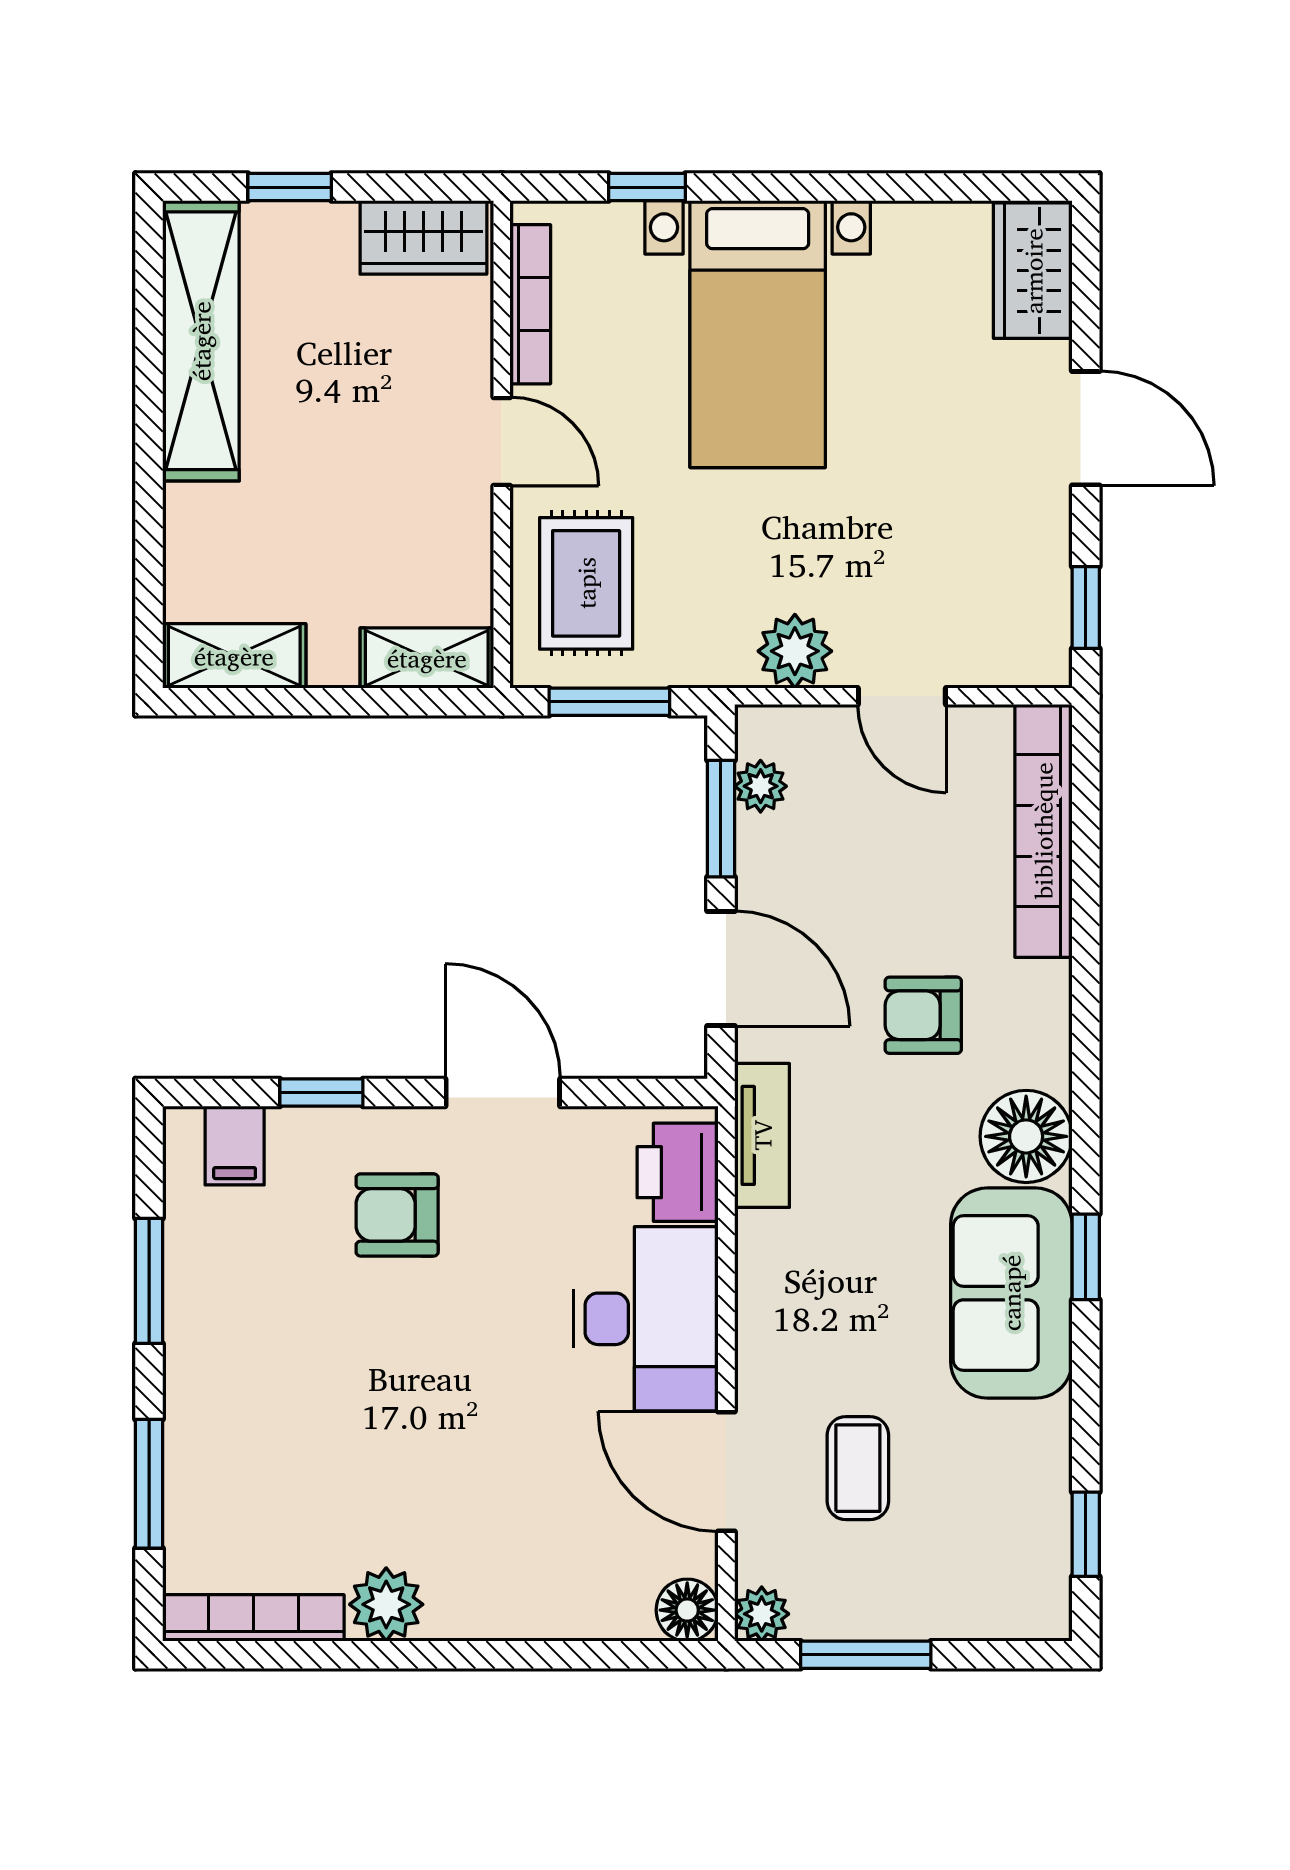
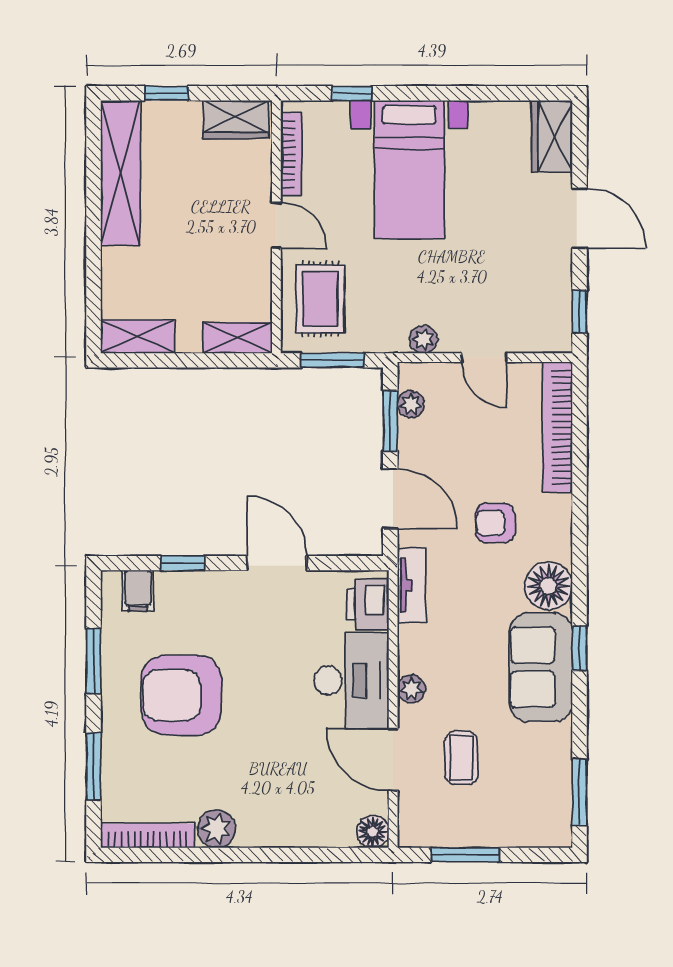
plant: (795, 651) -> (423, 339), width x0.73, depth x0.73
armchair: (397, 1215) -> (181, 695), moved, width x1.88, depth x1.88
window: (1086, 1534) -> (580, 792), width x1.50
plant: (762, 1614) -> (411, 689), moved

